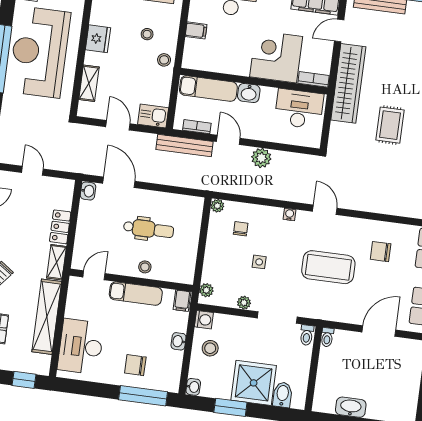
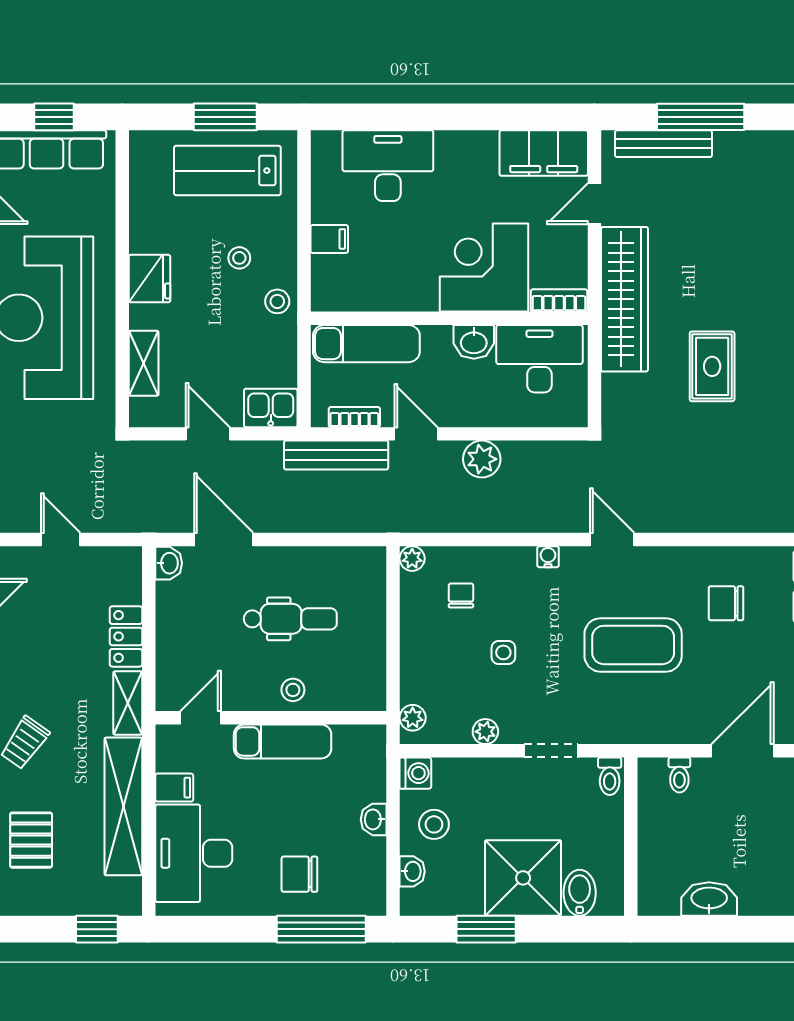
washbasin: (249, 93) -> (474, 342), moved
filing cabinet: (182, 301) -> (174, 788), moved, turned -90
doorway: (277, 317) -> (551, 751), width x0.73
toilet: (327, 337) -> (679, 775), moved
washbasin: (193, 387) -> (412, 871), moved

